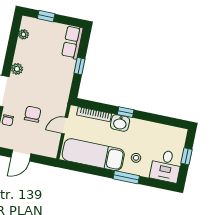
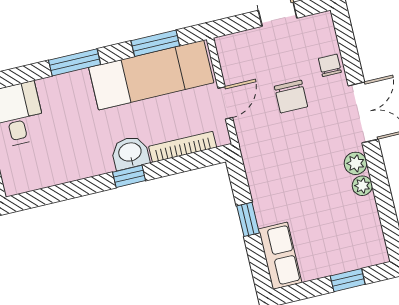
plant: (23, 34) -> (362, 186), moved
stool: (136, 158) -> (73, 105), removed
window: (84, 169) -> (155, 43), added

